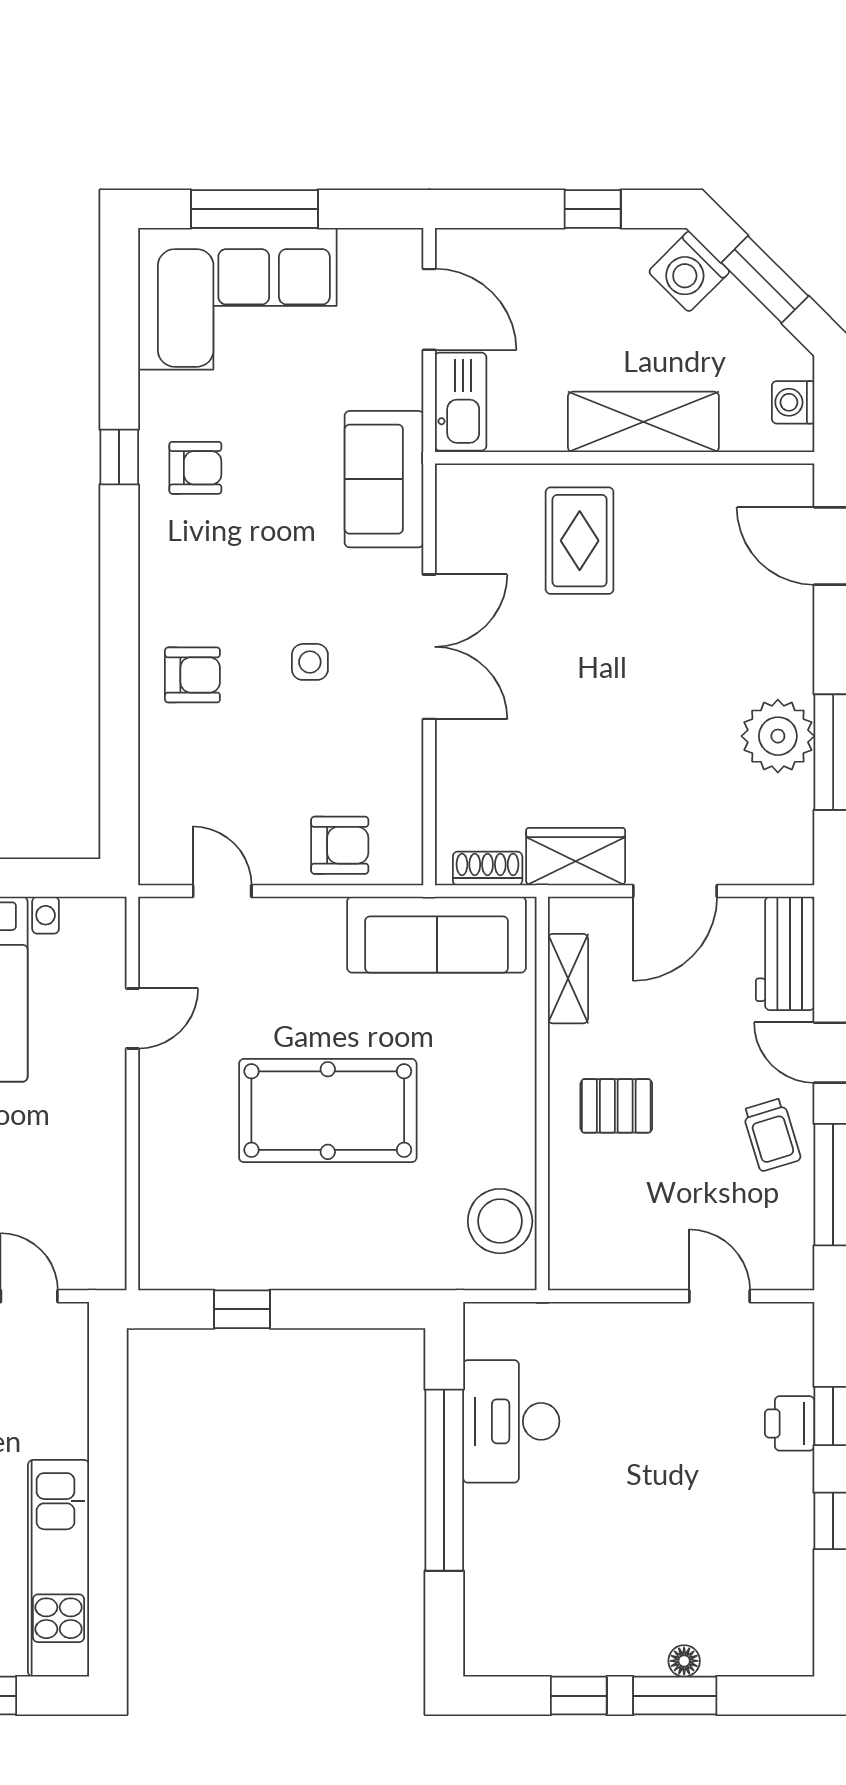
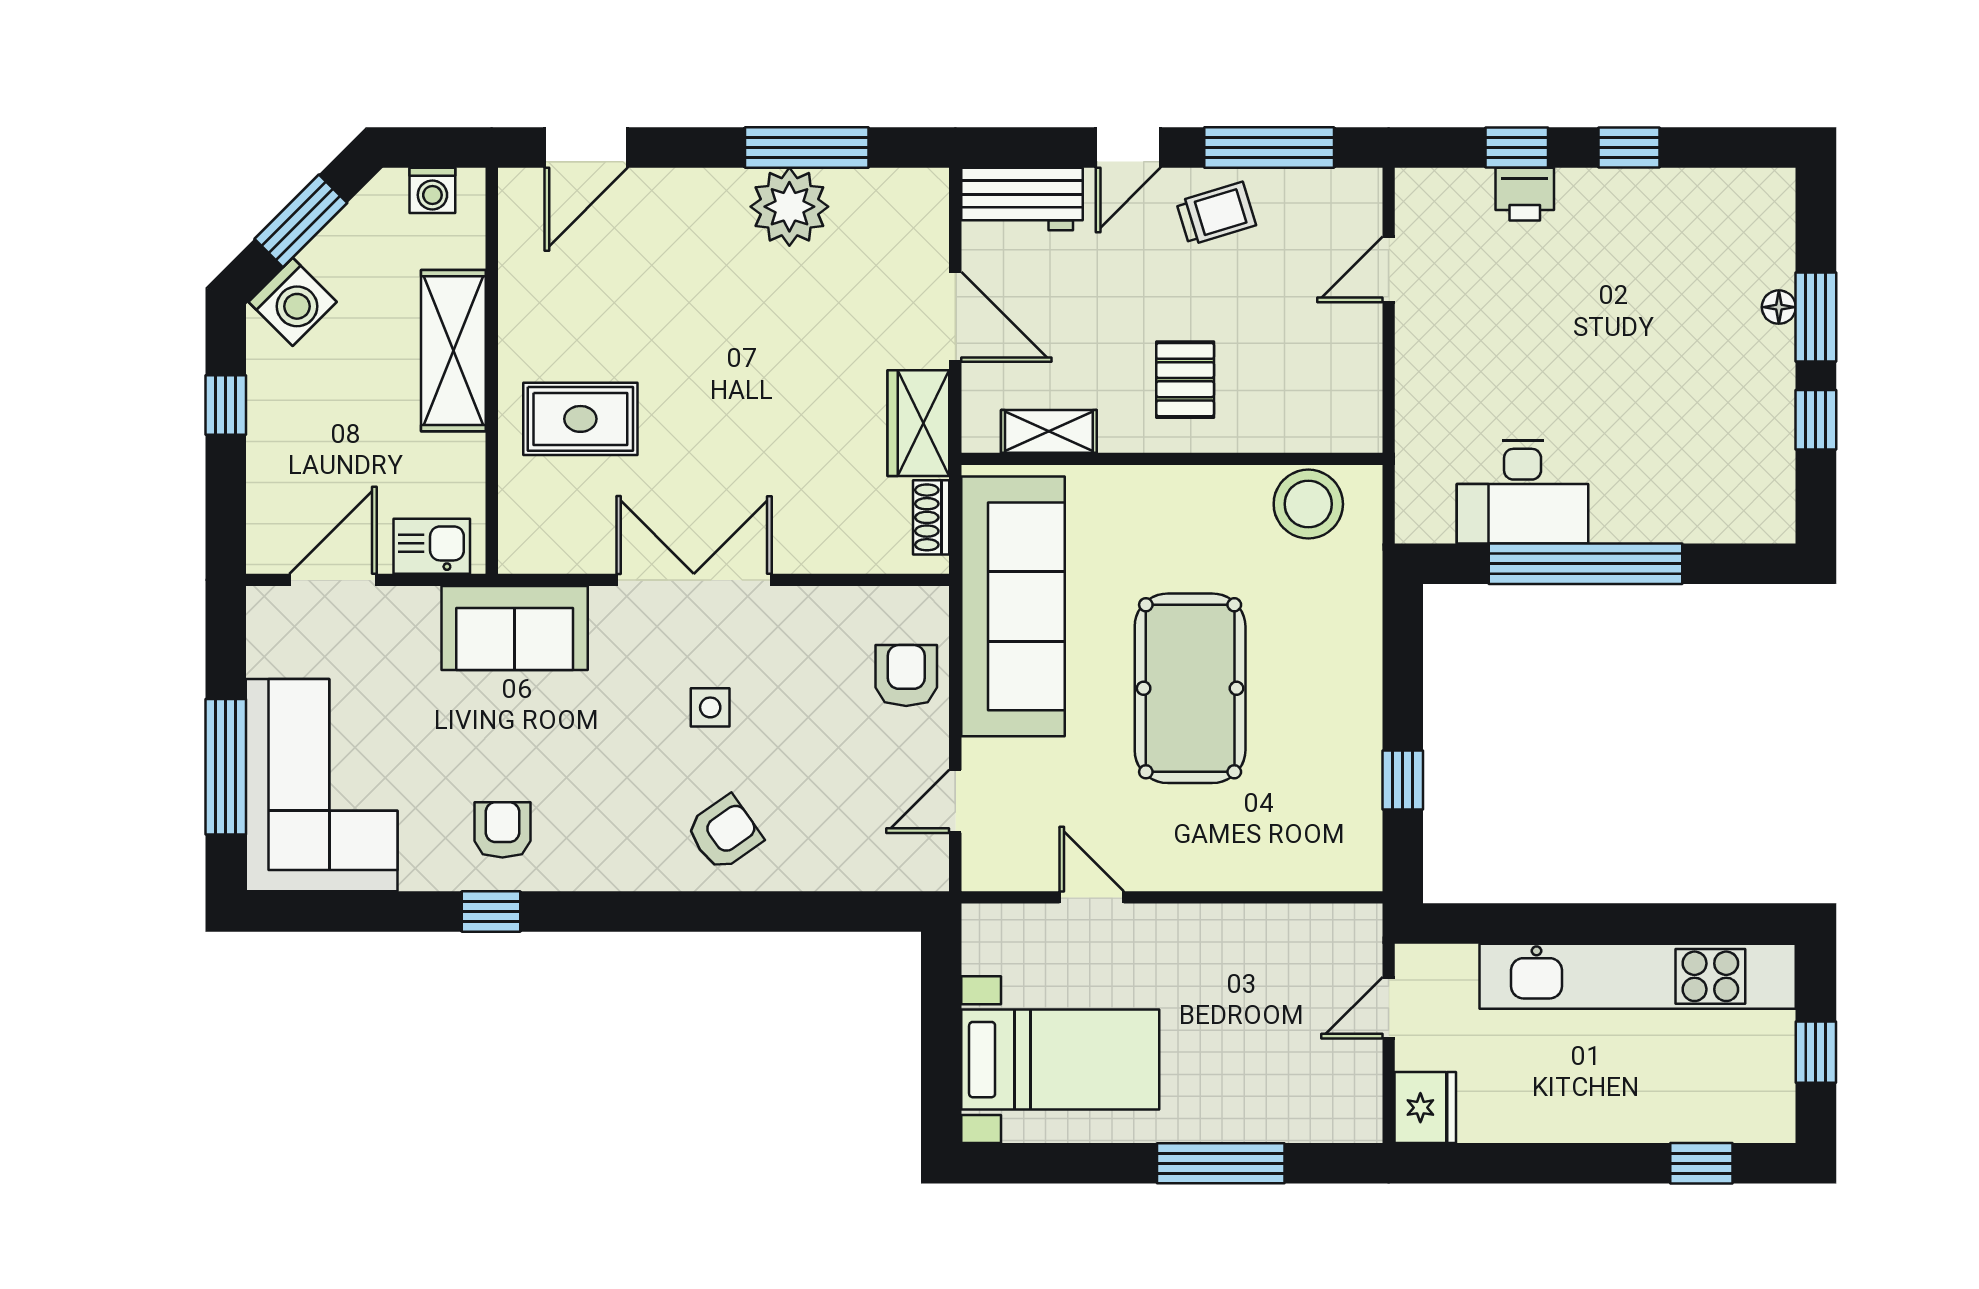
kitchen sink: (461, 402) -> (432, 546), width x0.73
armchair: (192, 675) -> (724, 833), turned 55
sofa: (437, 935) -> (1013, 606), width x1.36, depth x1.27
kitchen unit: (59, 1568) -> (1638, 976), width x1.36

